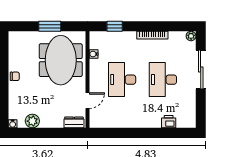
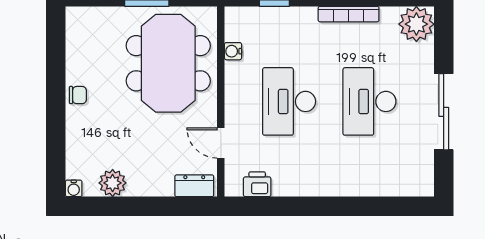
plant: (191, 36) -> (416, 24), width x1.88, depth x1.88
sliding door: (201, 69) -> (444, 112), moved
door: (87, 101) -> (221, 143), swing flipped
printer: (169, 122) -> (257, 184), moved

